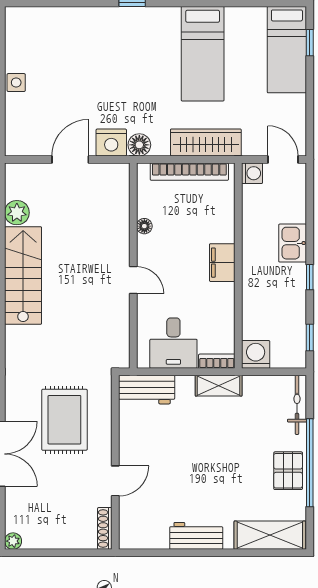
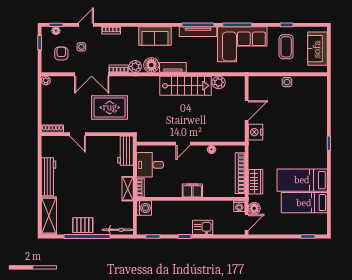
bed: (287, 50) -> (304, 203), moved
wardrobe: (206, 142) -> (255, 182), width x0.67
floor lamp: (139, 145) -> (254, 208), moved
door: (70, 159) -> (247, 111), hinge flipped
workbench: (196, 536) -> (49, 177), width x1.38

